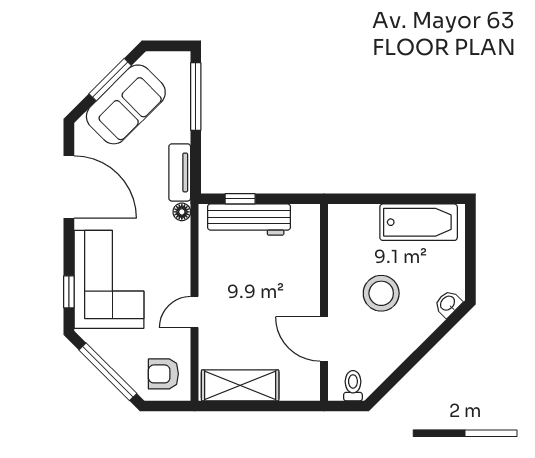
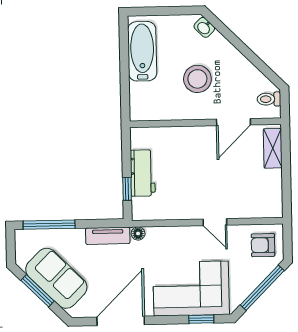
workbench: (249, 220) -> (143, 173), width x0.73
armchair: (163, 374) -> (263, 245), turned 90
shelving: (240, 385) -> (273, 148), moved, width x0.67, depth x0.75

